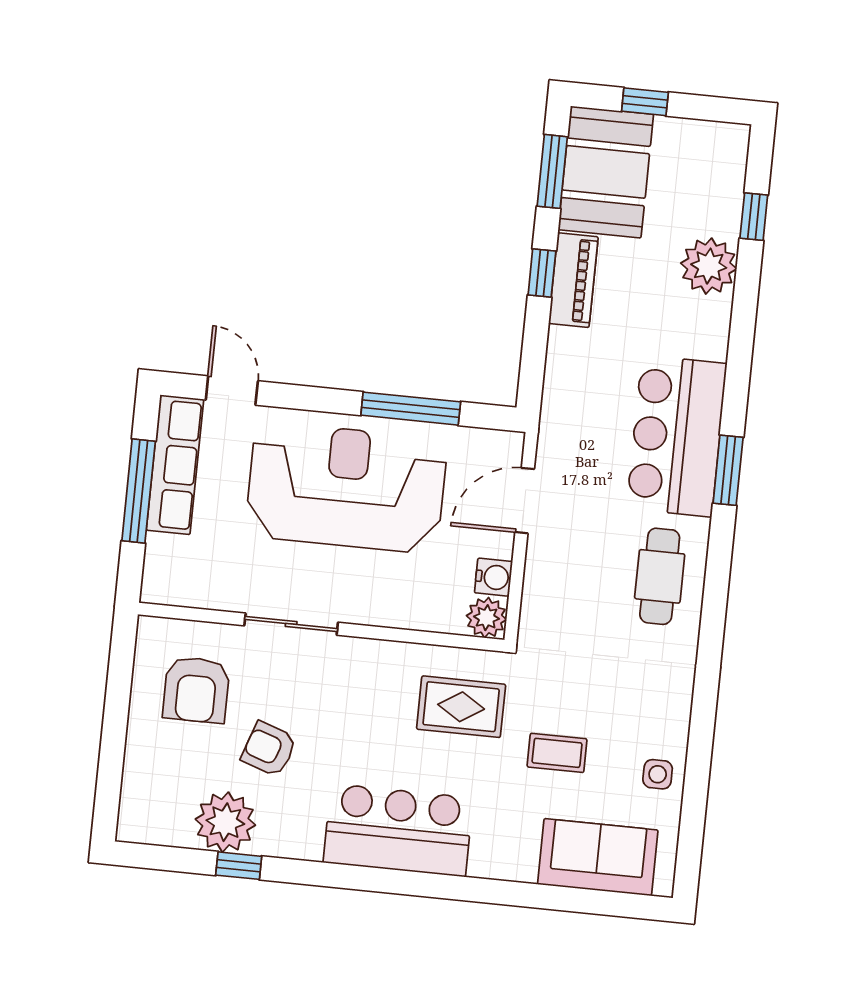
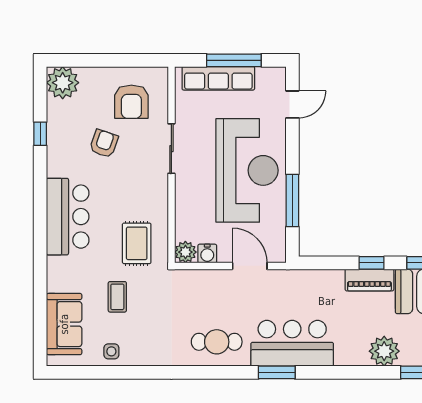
row of seats: (175, 465) -> (218, 78), moved
armchair: (196, 690) -> (131, 102), turned -90
plant: (225, 822) -> (63, 83), moved

